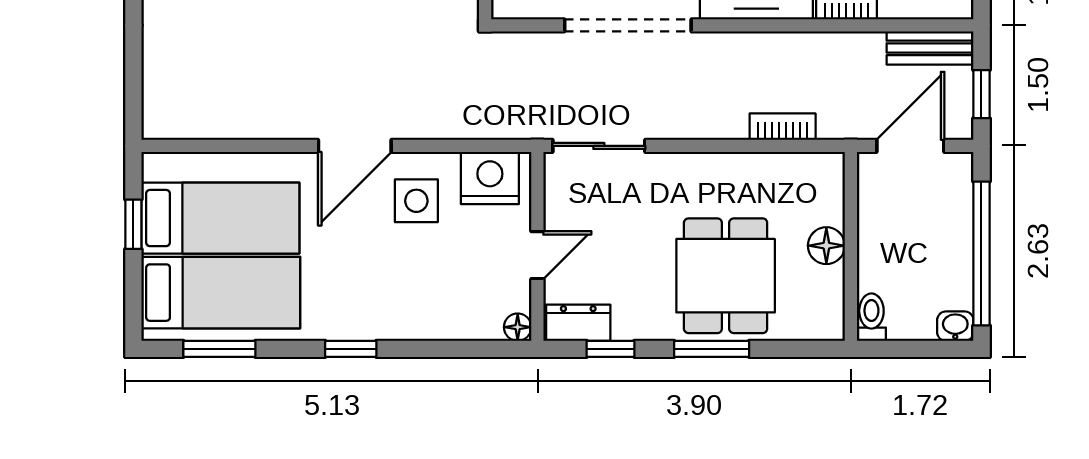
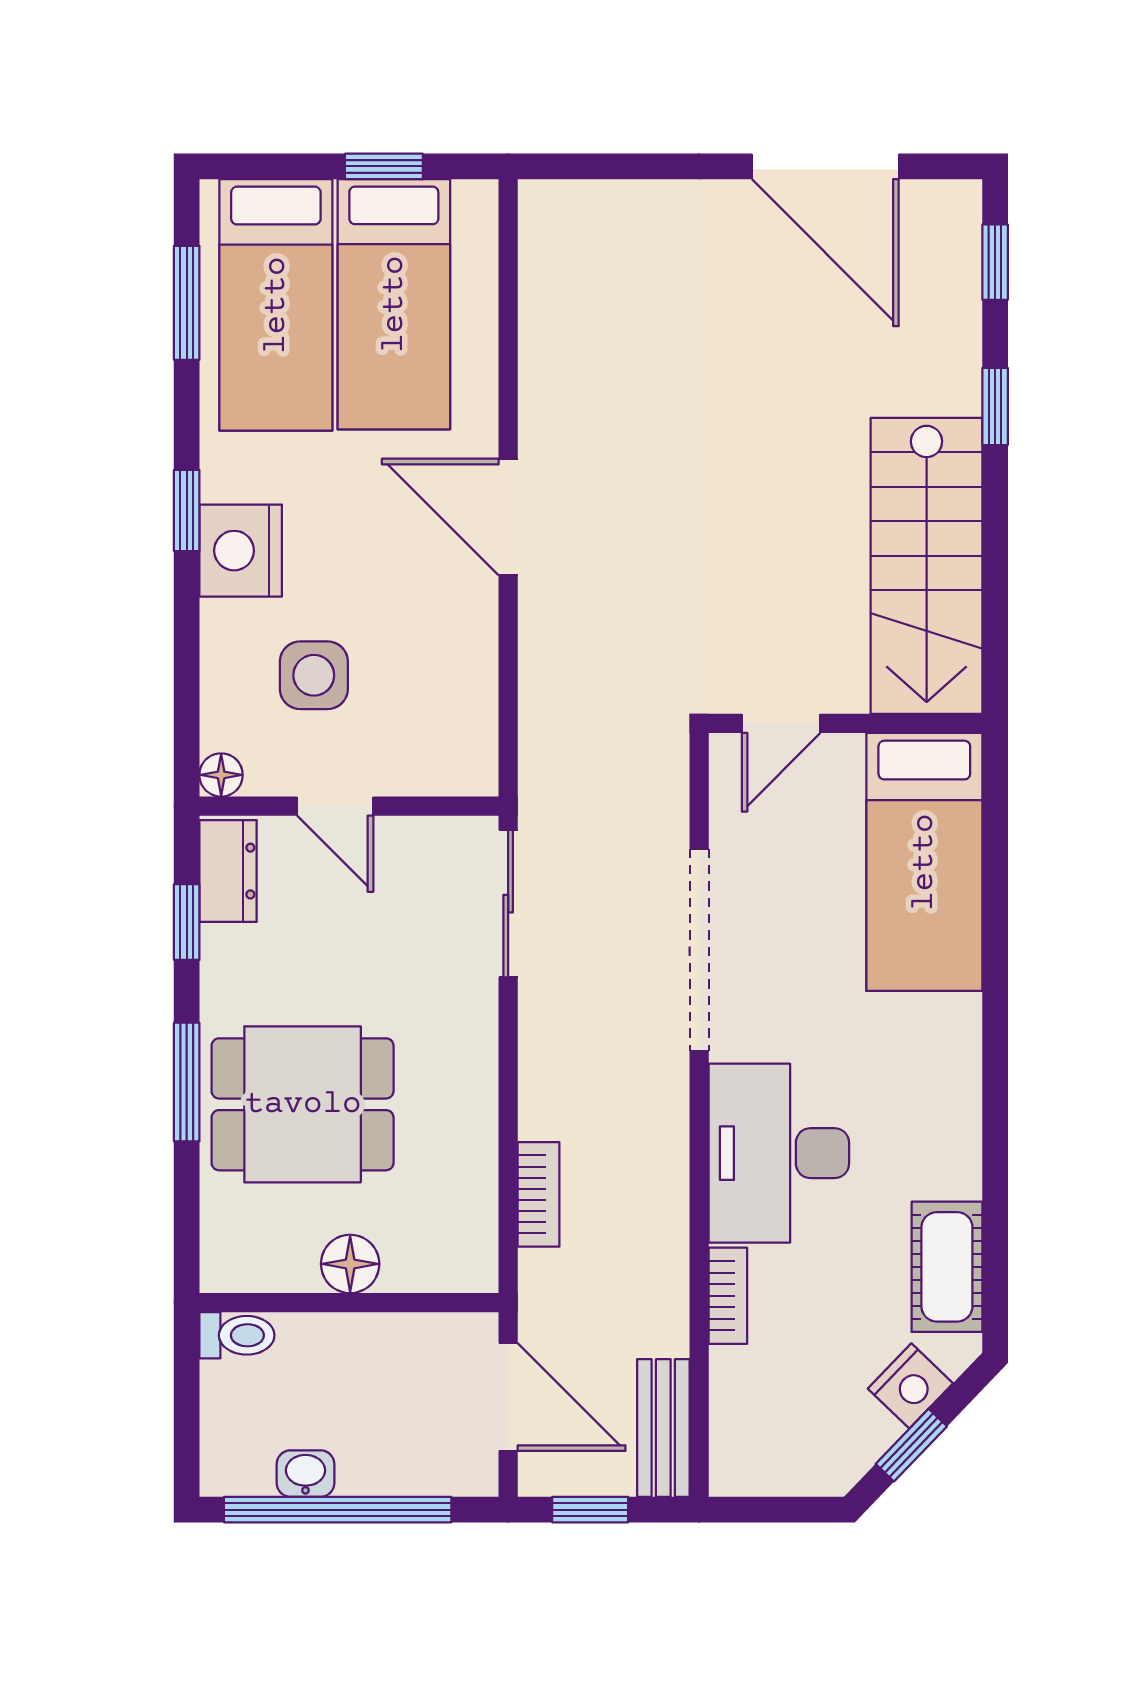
nightstand: (490, 178) -> (241, 551), moved, turned 180
side table: (416, 201) -> (314, 675), moved
washbasin: (955, 326) -> (305, 1474), moved, turned -90

